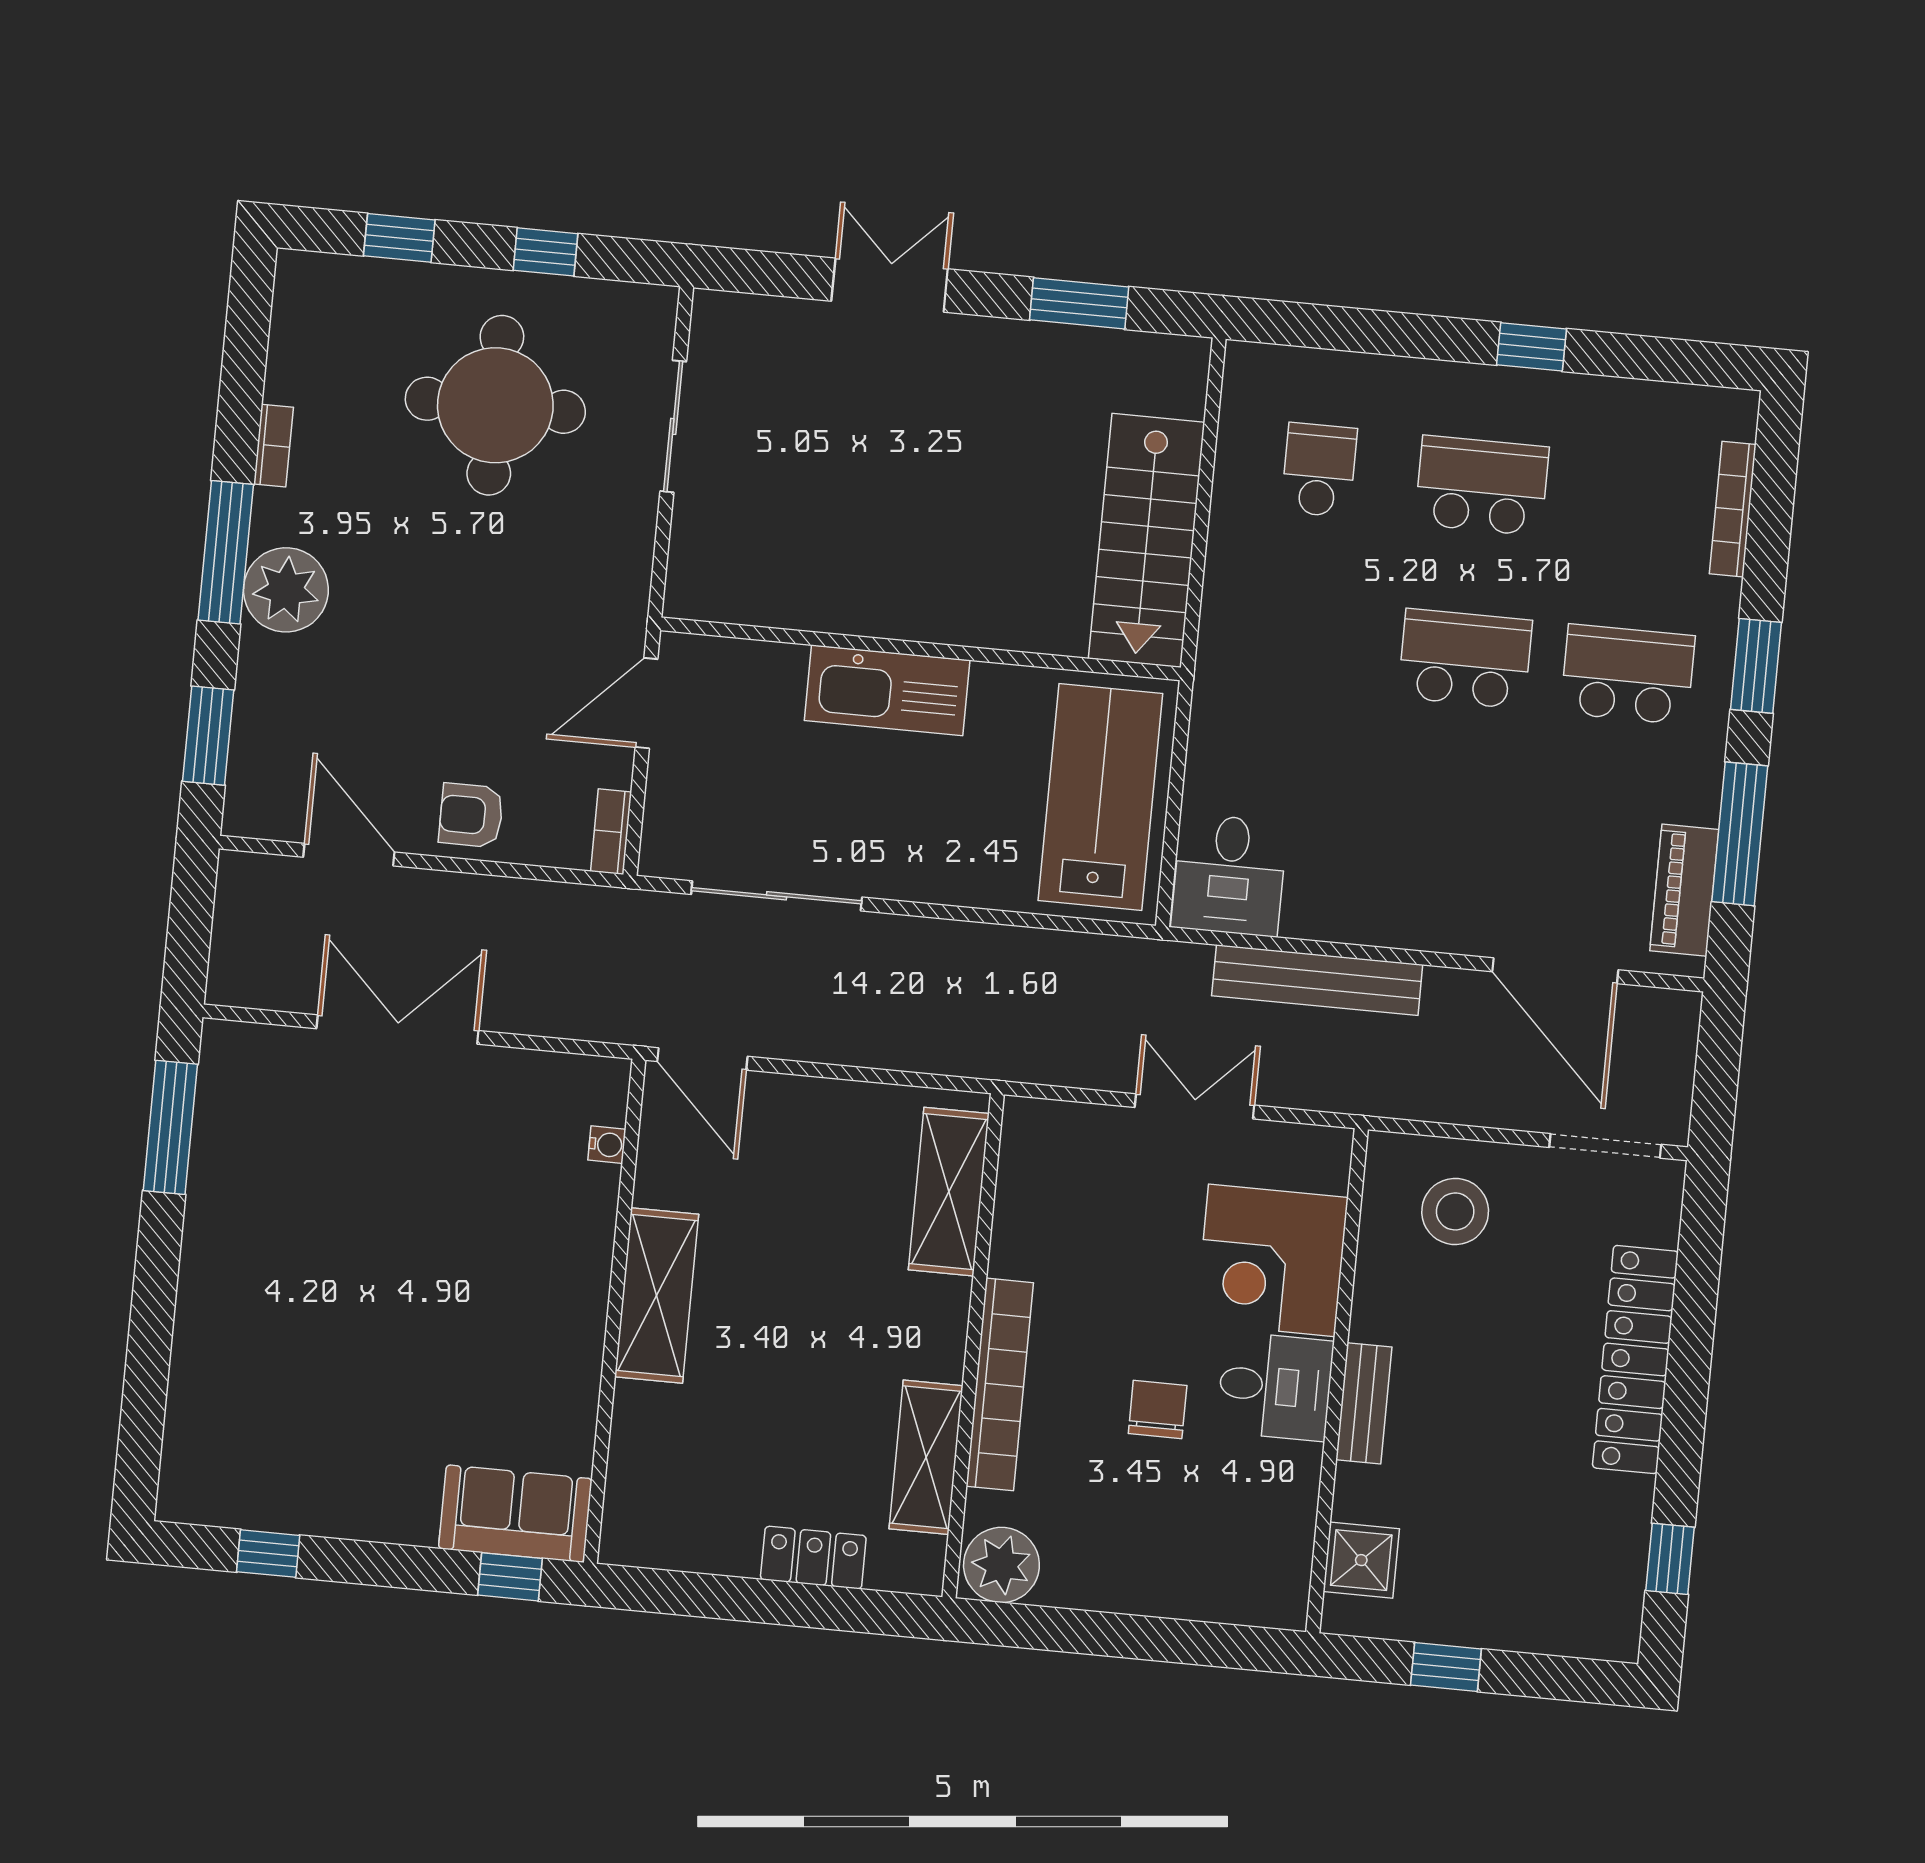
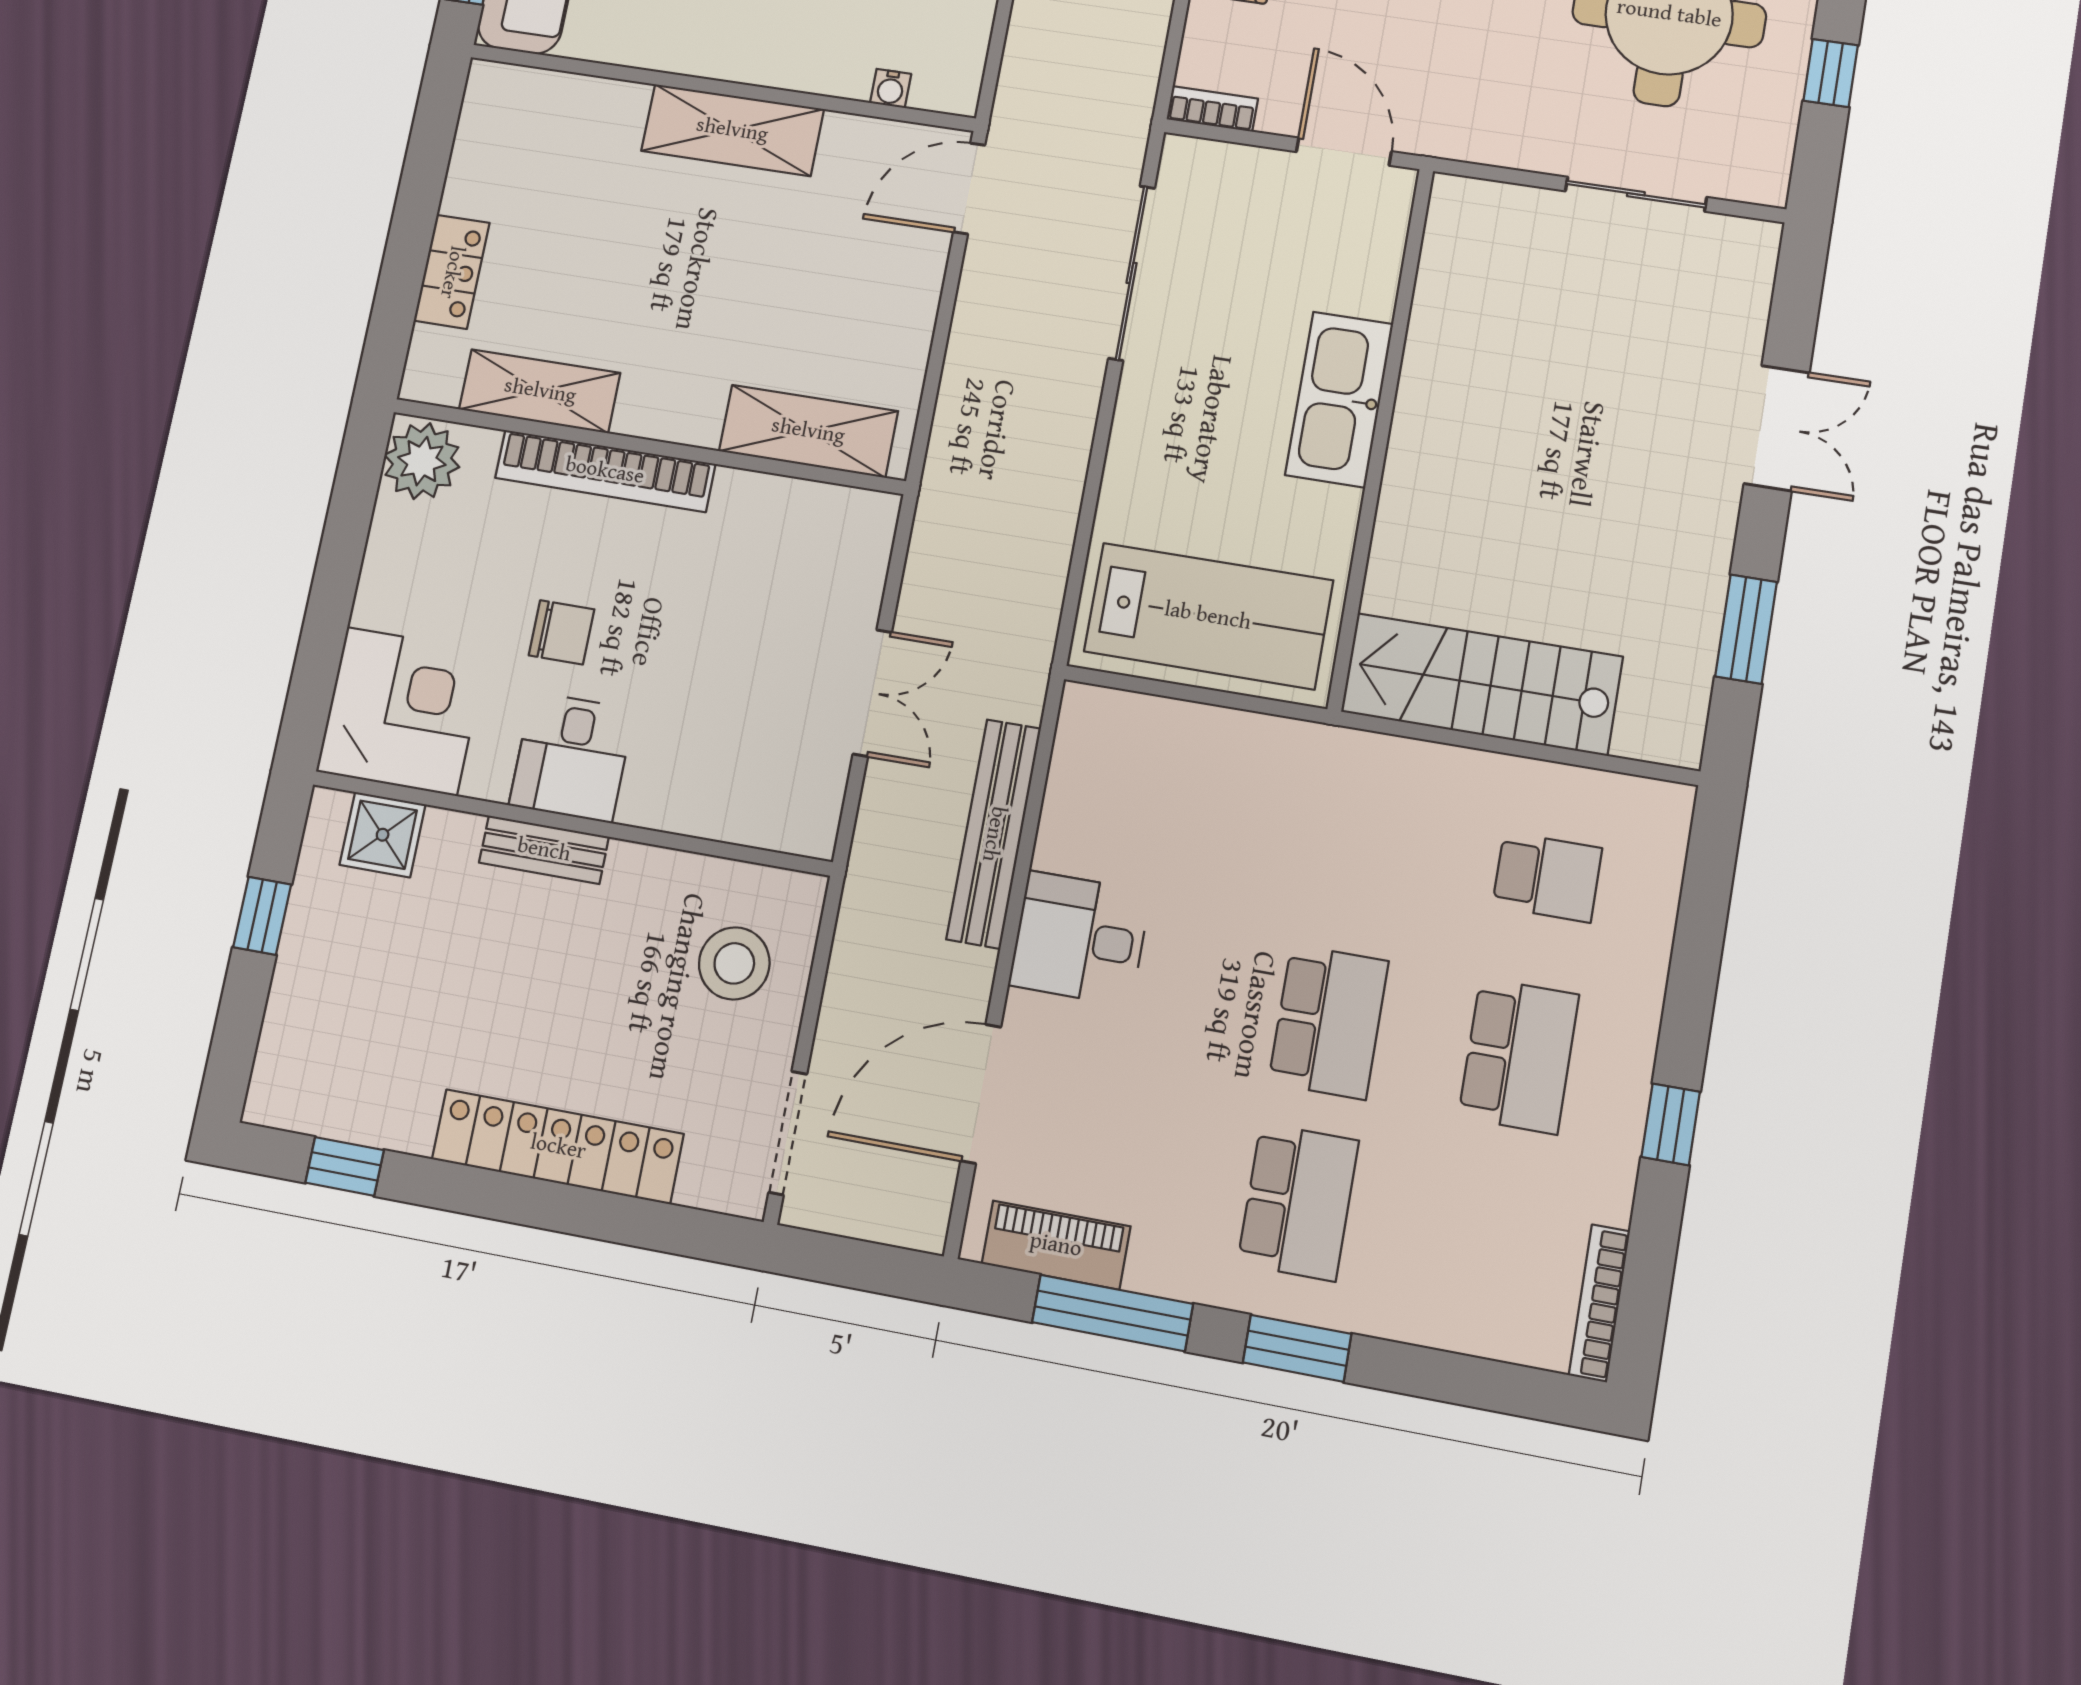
bookcase: (1733, 509) -> (1599, 1303), moved, turned -90
desk: (1229, 875) -> (1080, 938), moved
corner desk: (1272, 1260) -> (402, 711), moved, turned 90

